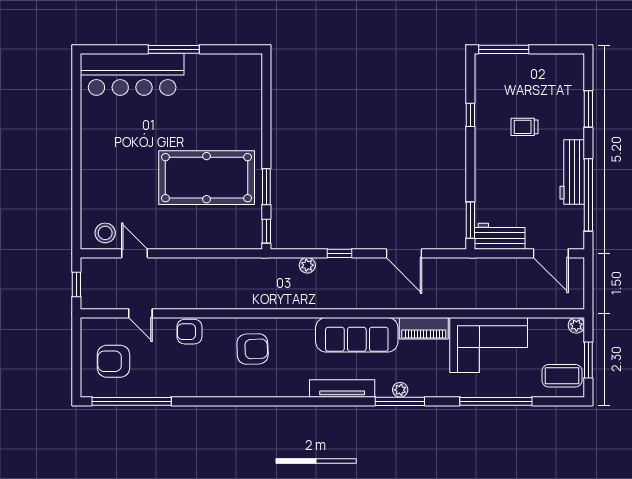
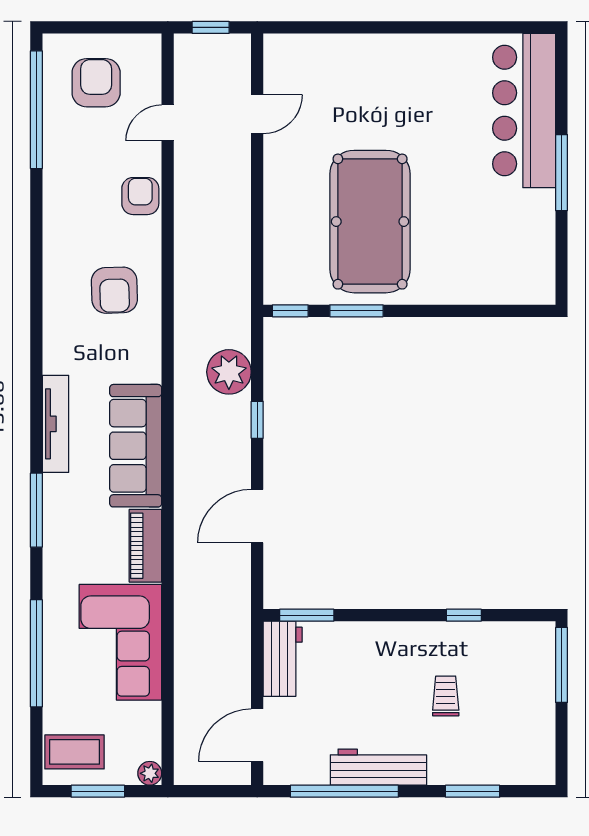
stool: (105, 233) -> (288, 70), removed
plant: (307, 265) -> (229, 372), width x1.88, depth x1.88
coffee table: (562, 376) -> (75, 752), turned 90
plant: (400, 390) -> (54, 510), removed

